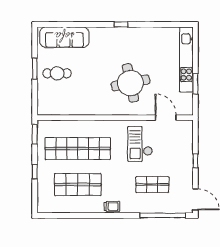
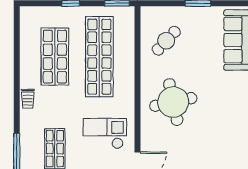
cafe table: (57, 73) -> (166, 41), moved, turned 43
round table: (130, 83) -> (173, 102), moved

